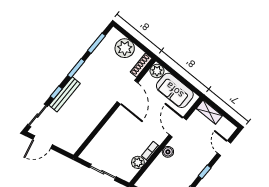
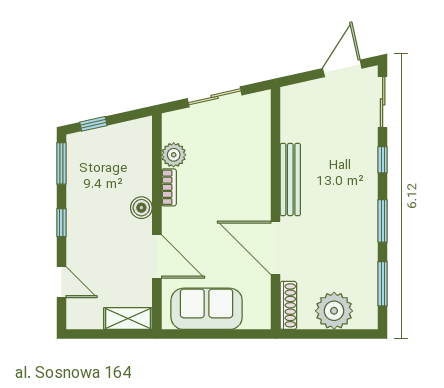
plant: (157, 71) -> (257, 316), removed
bench: (65, 94) -> (290, 179), moved

